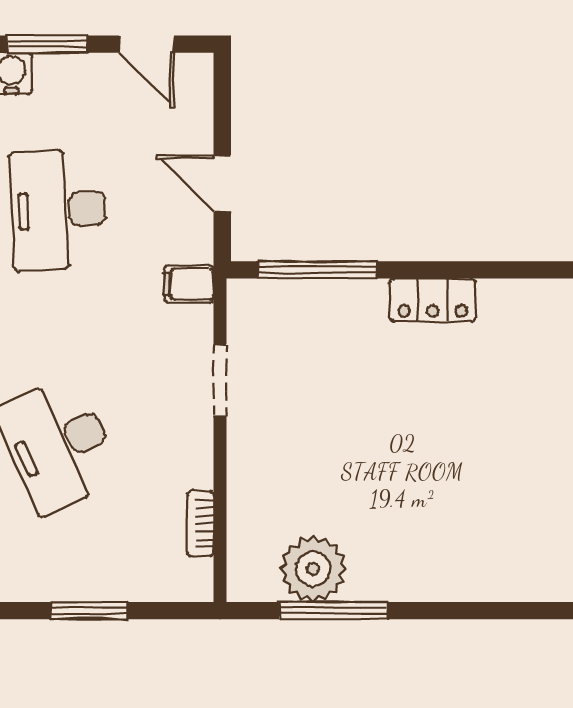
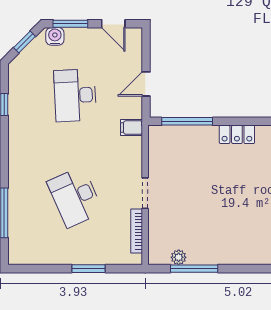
door: (222, 183) -> (146, 84), hinge flipped
doorway: (220, 380) -> (145, 193), moved
bookcase: (201, 524) -> (137, 231), width x1.56
plant: (313, 569) -> (179, 257), width x0.53, depth x0.53

